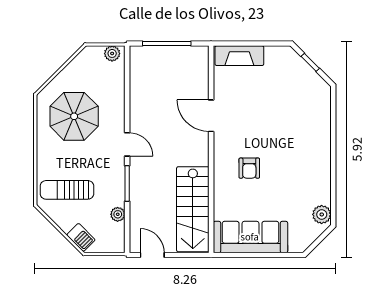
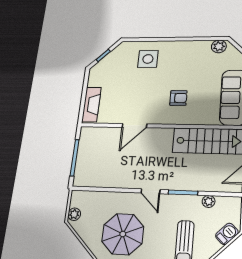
plant: (112, 53) -> (74, 214), moved
side table: (305, 123) -> (148, 59), added
door: (127, 144) -> (151, 191), swing flipped

